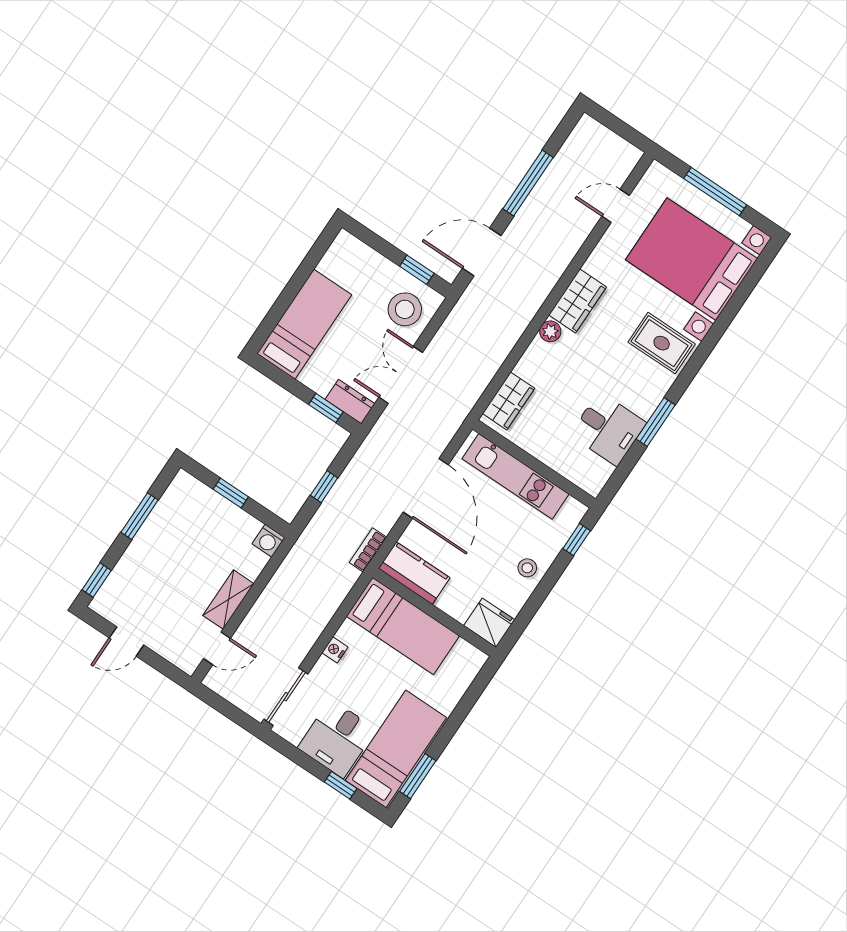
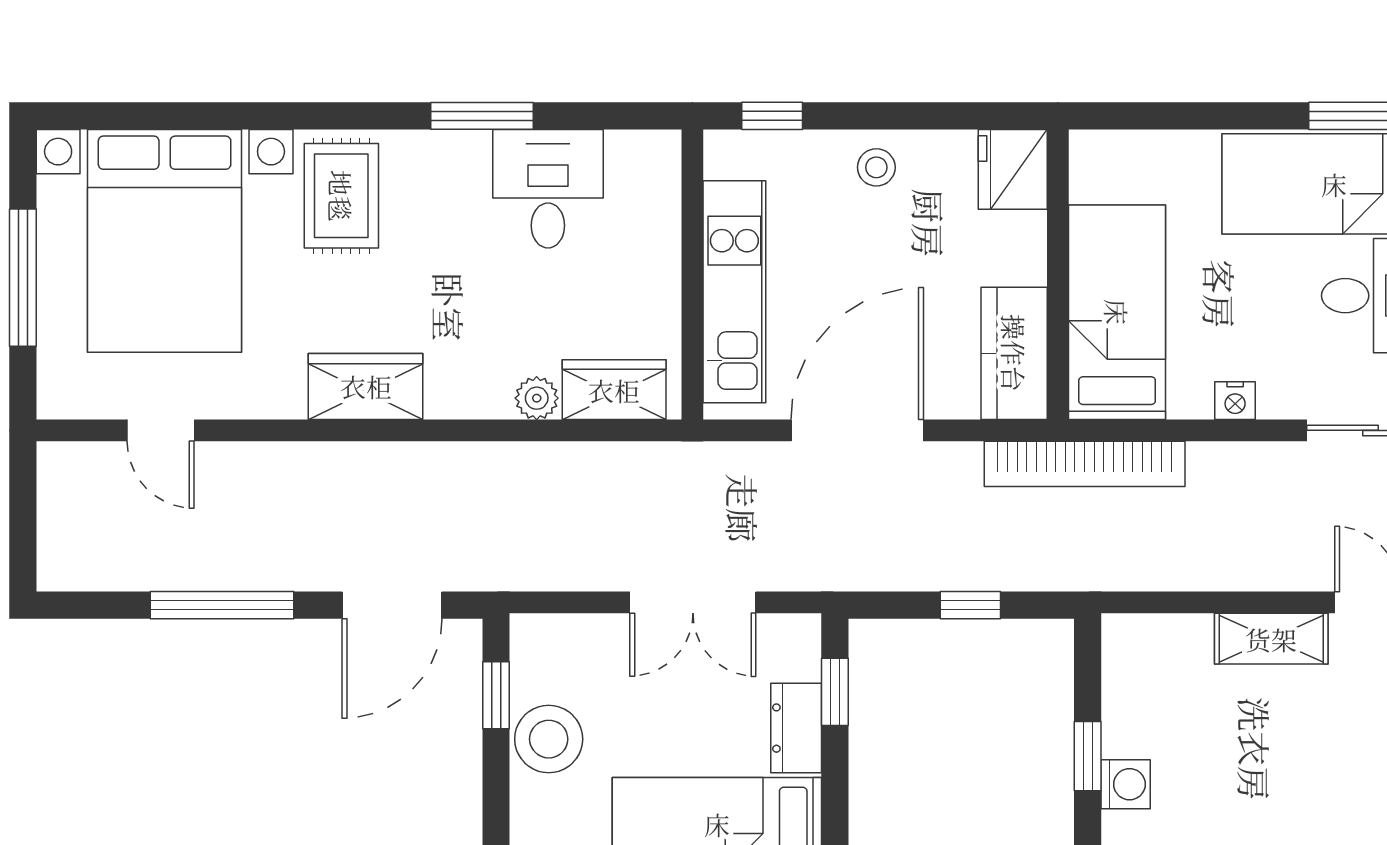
door: (482, 252) -> (392, 605), hinge flipped
stool: (405, 309) -> (549, 739), moved
plant: (550, 331) -> (537, 398), moved
dresser: (350, 402) -> (796, 728), moved
washing machine: (269, 541) -> (1126, 784), moved
bookcase: (368, 550) -> (1085, 464), width x2.31, depth x1.31

